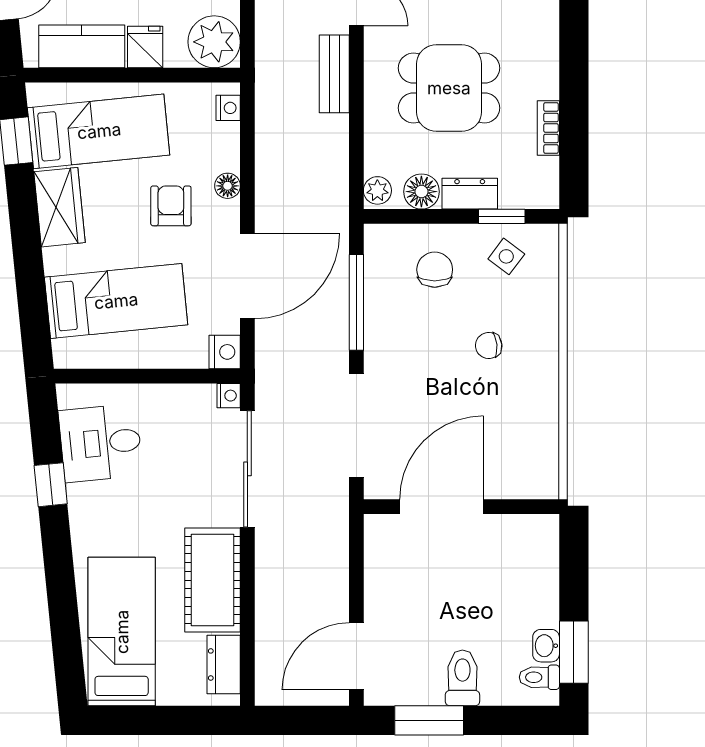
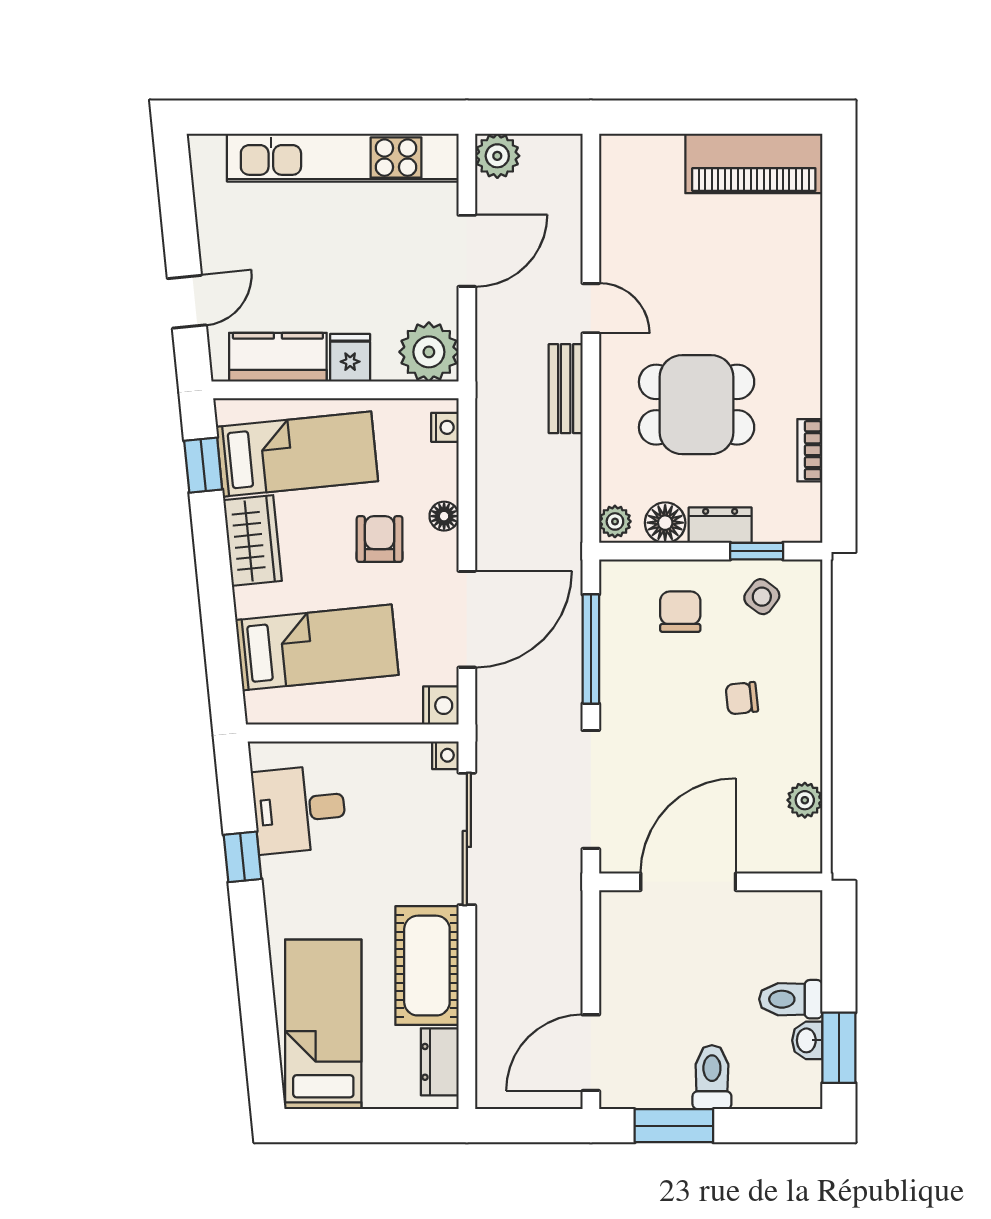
plant: (544, 435) -> (805, 800), added
toilet: (539, 677) -> (791, 999), moved, width x1.37, depth x1.39

